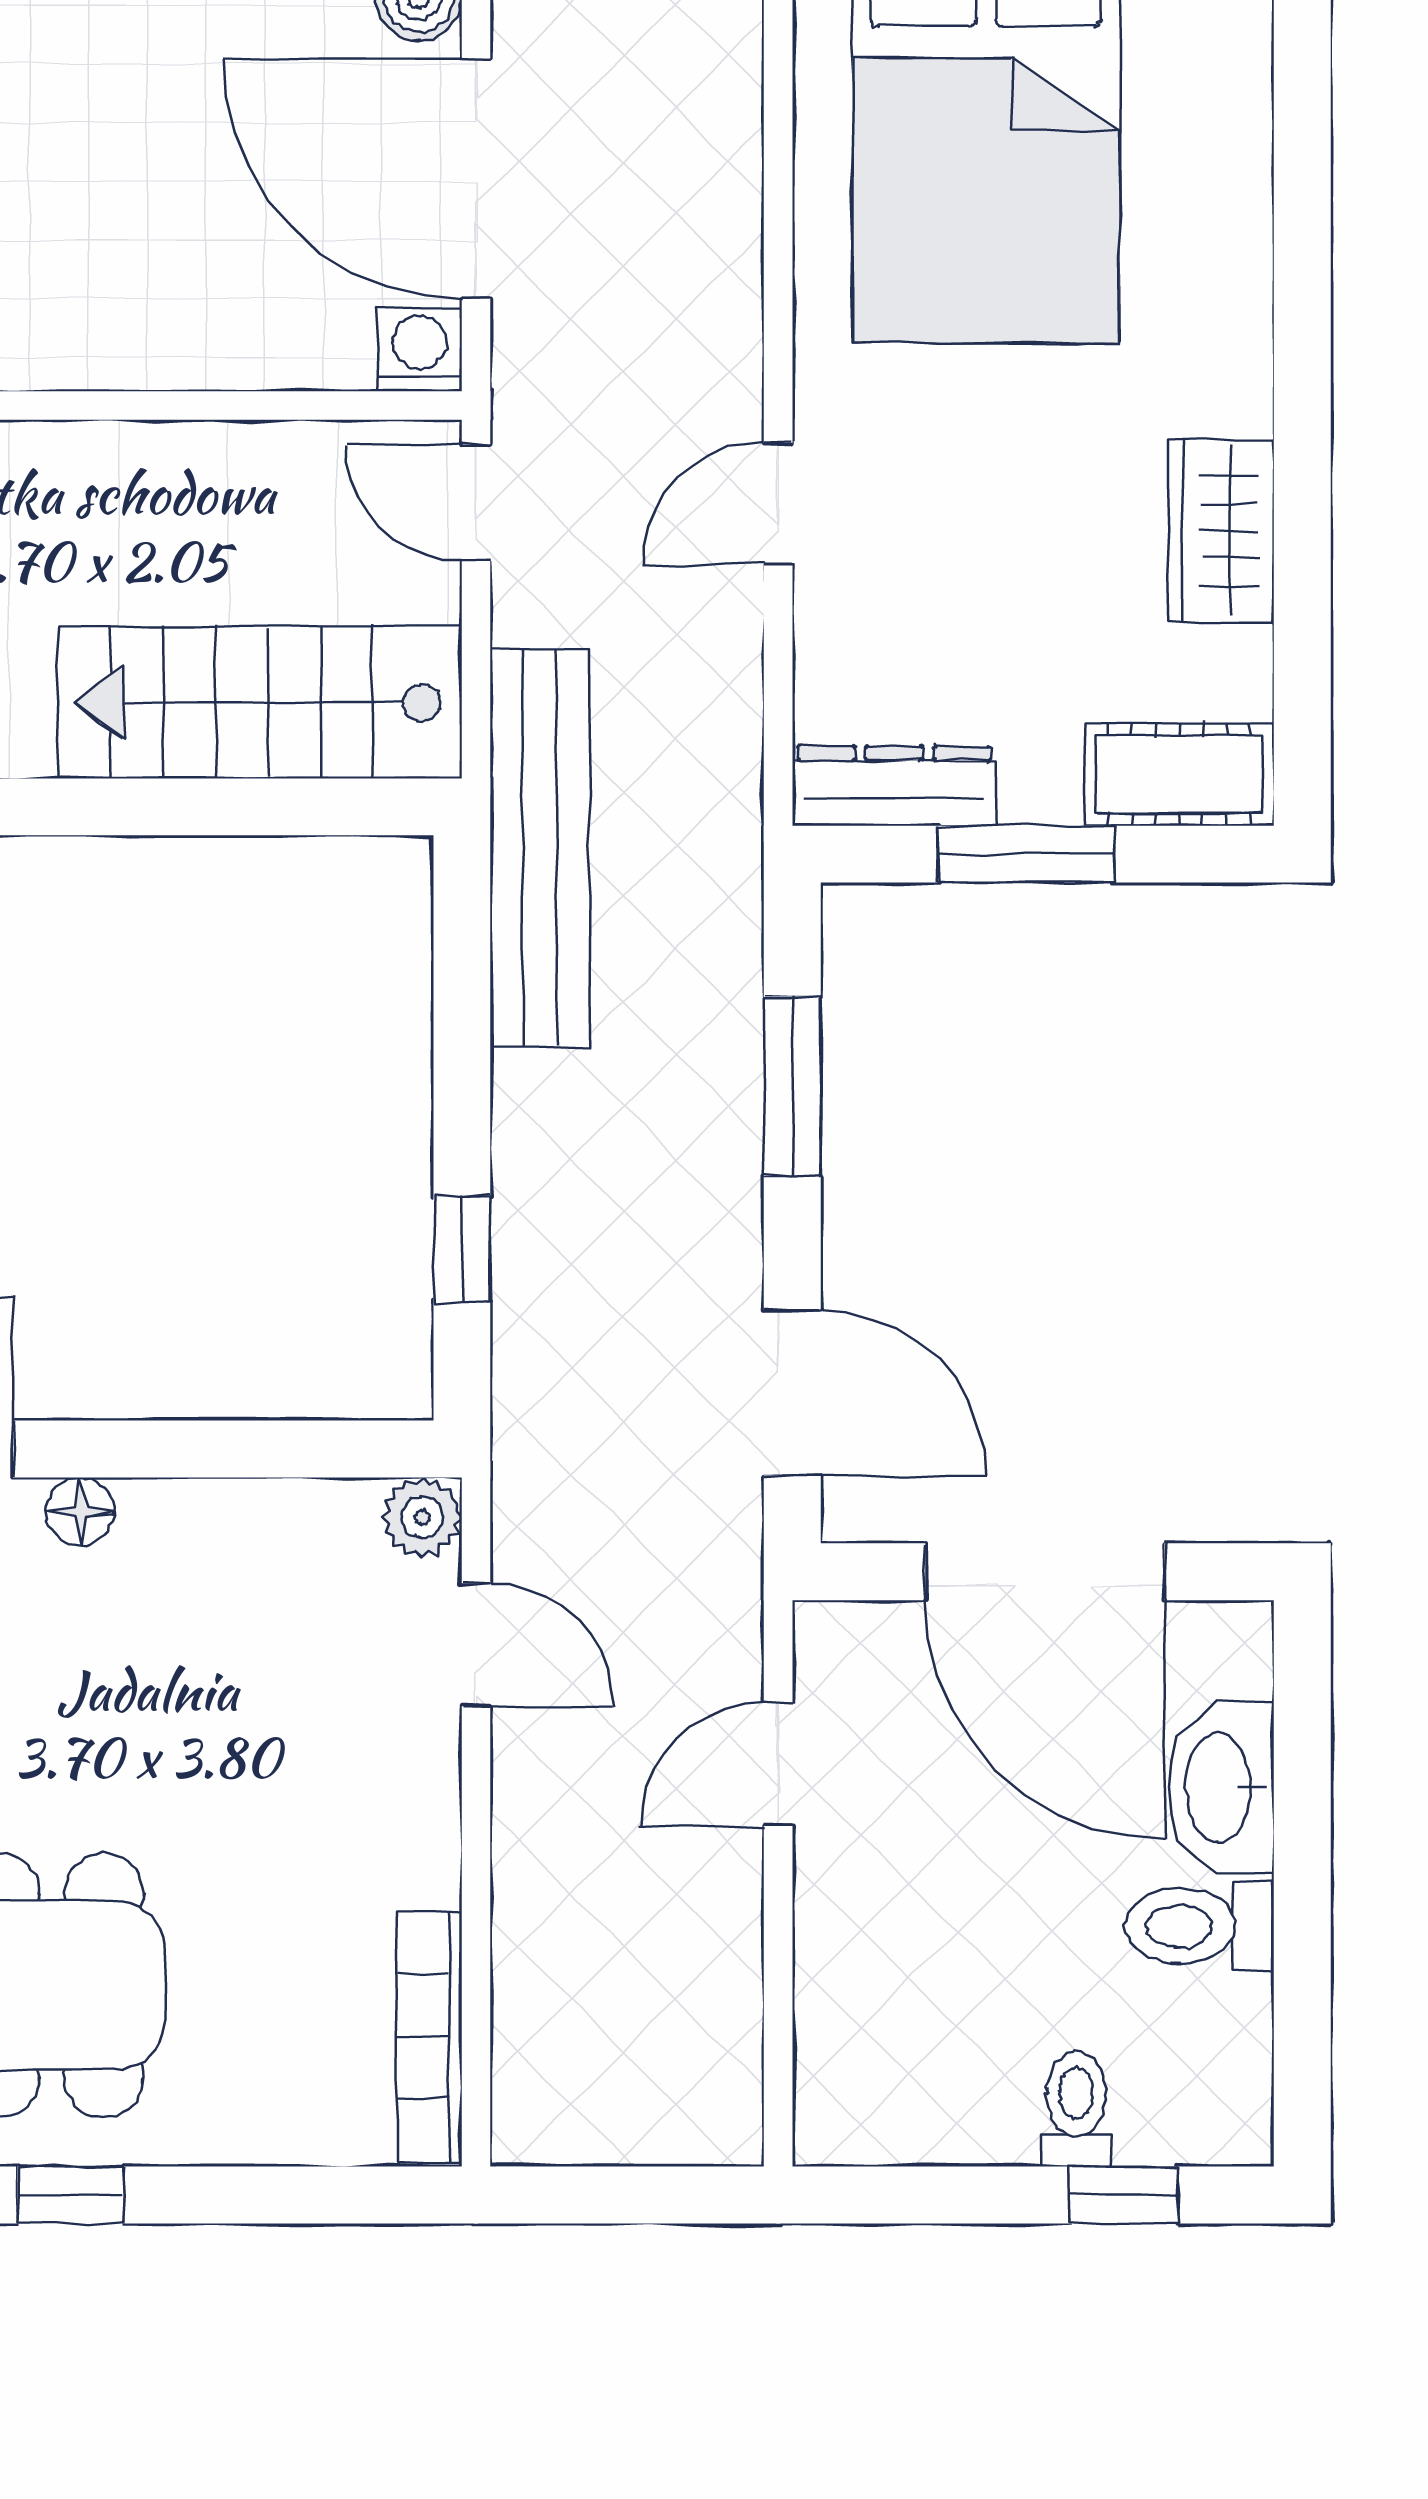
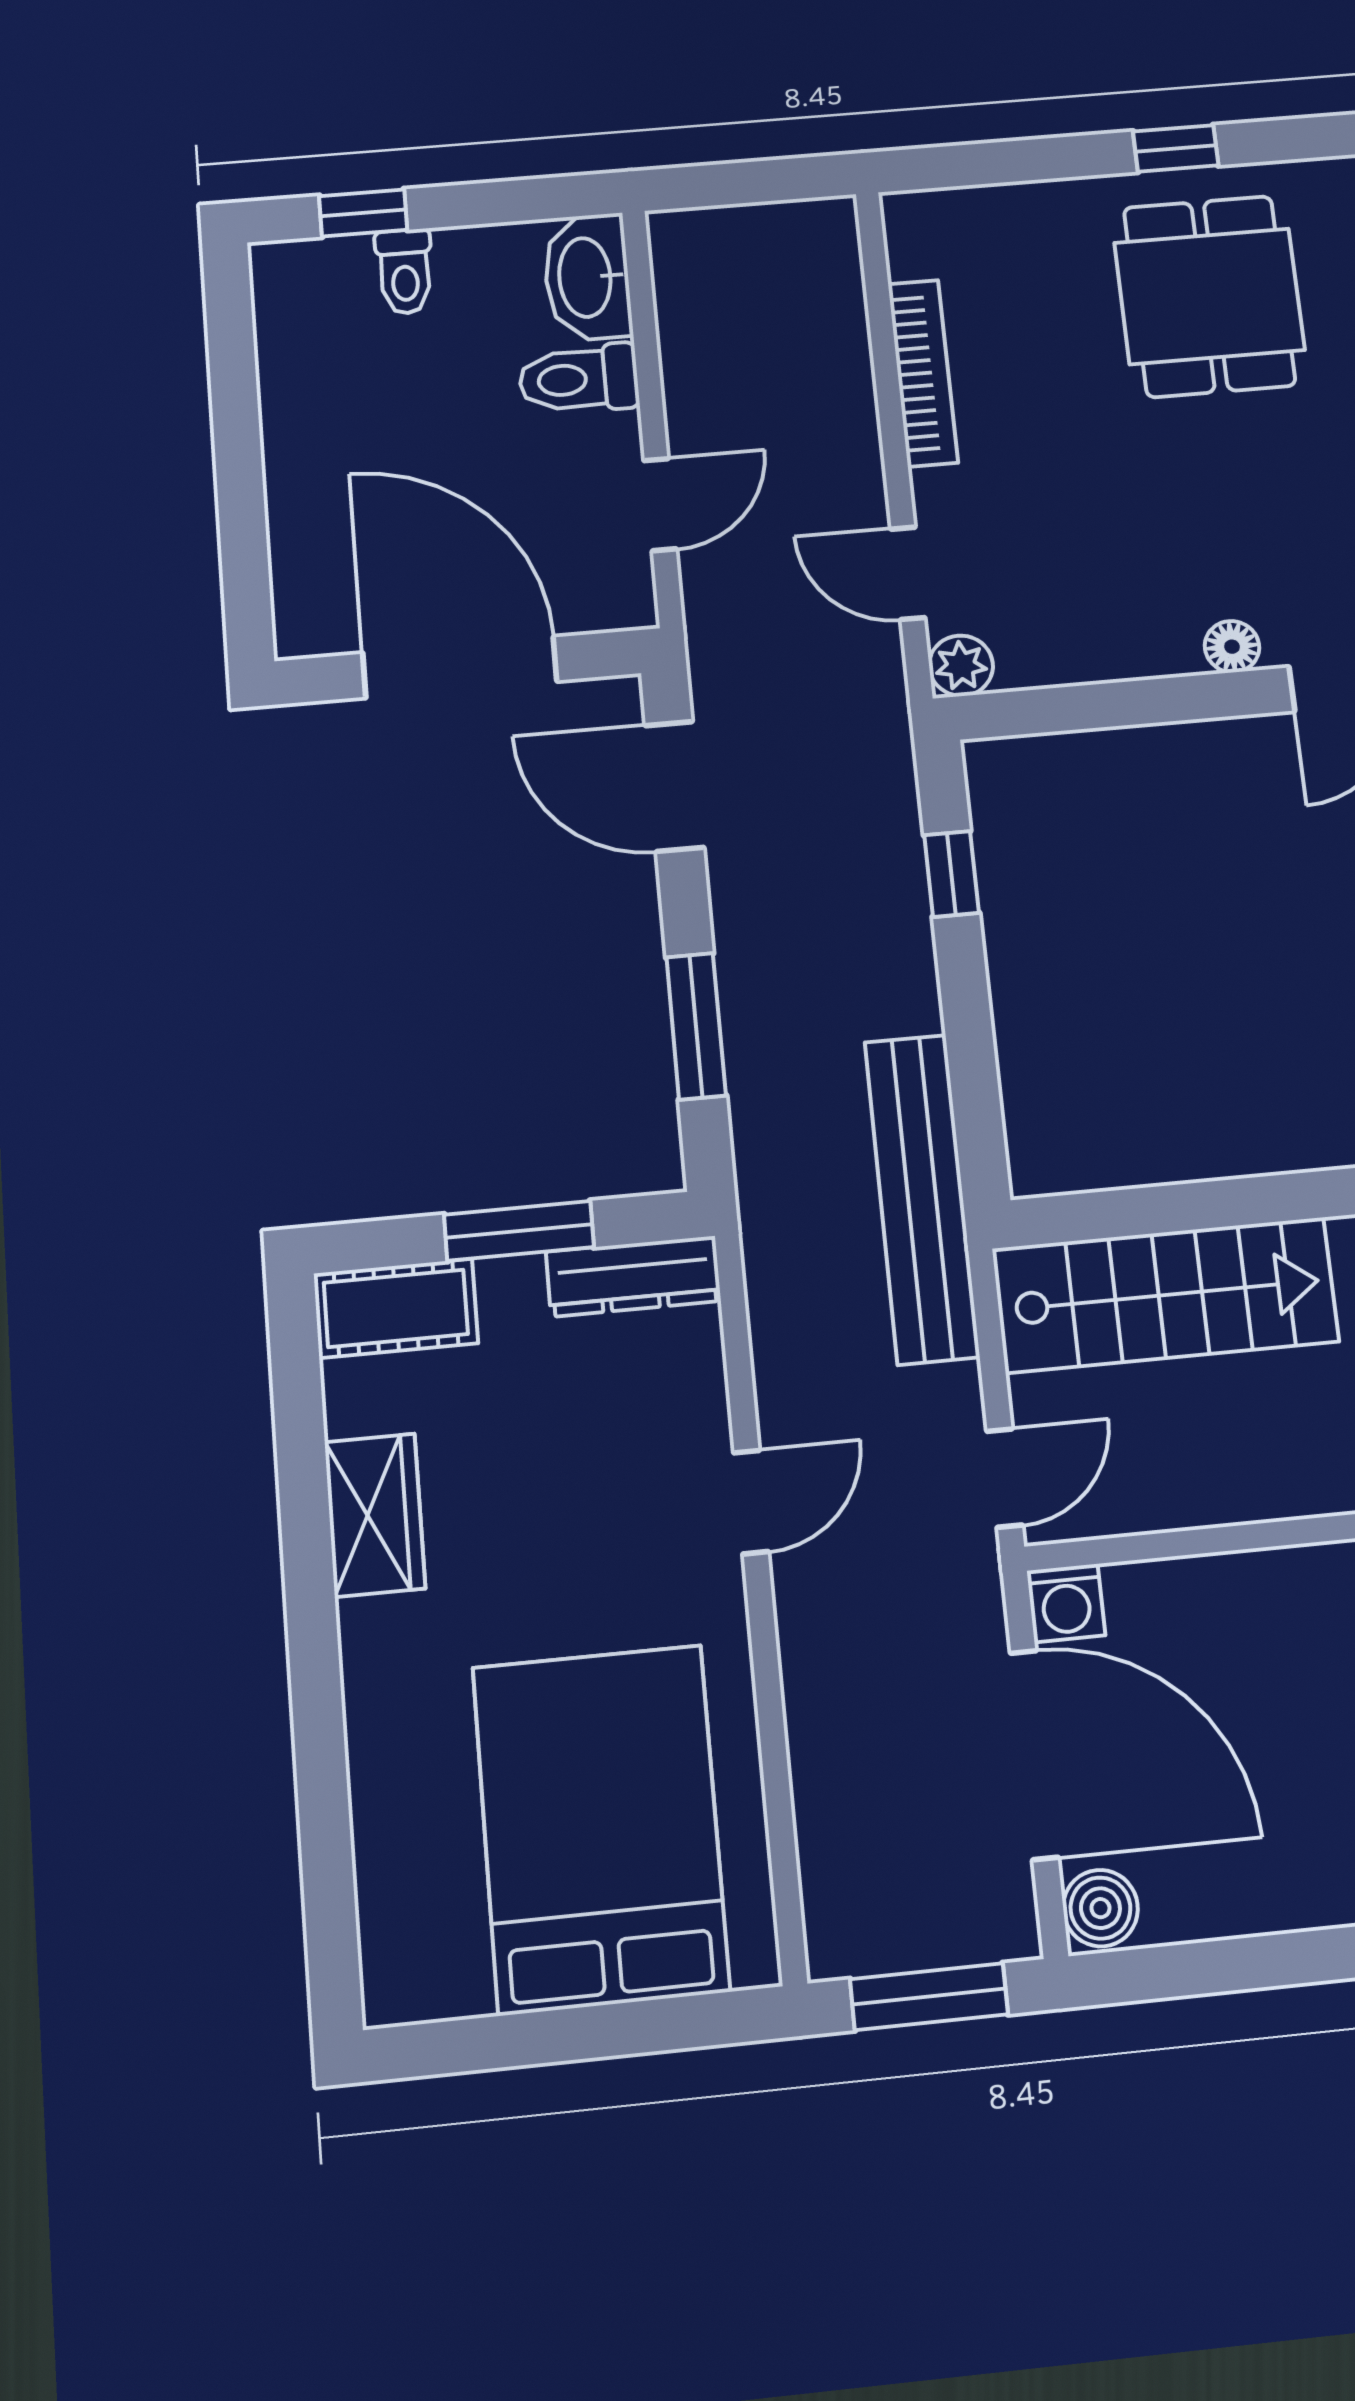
door: (476, 503) -> (1005, 1478), hinge flipped
washbasin: (1222, 1788) -> (587, 277), moved, turned 180
toilet: (1200, 1926) -> (579, 379), moved, turned 180
bookcase: (430, 2037) -> (923, 373), moved

